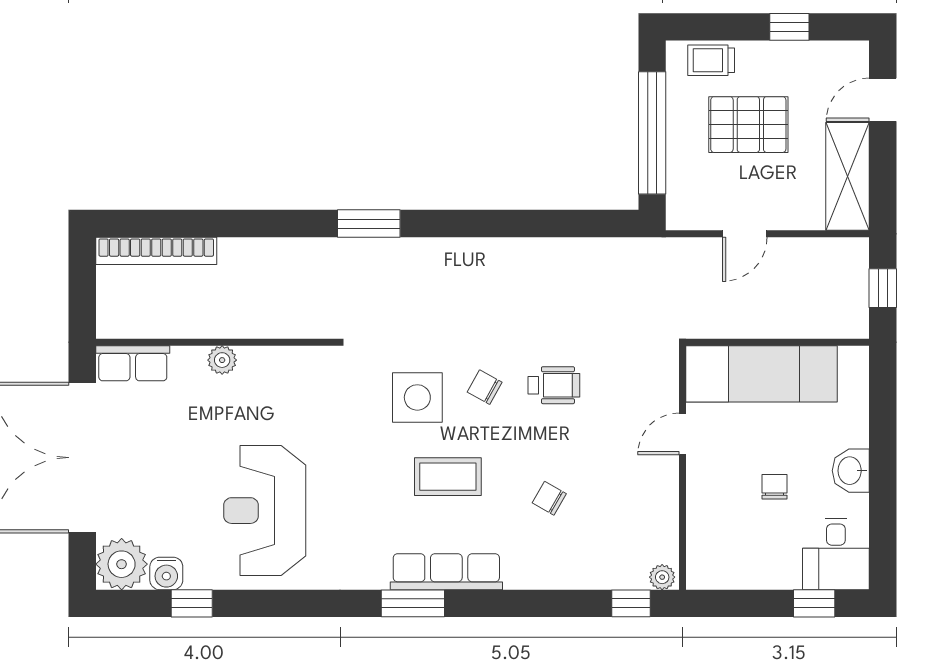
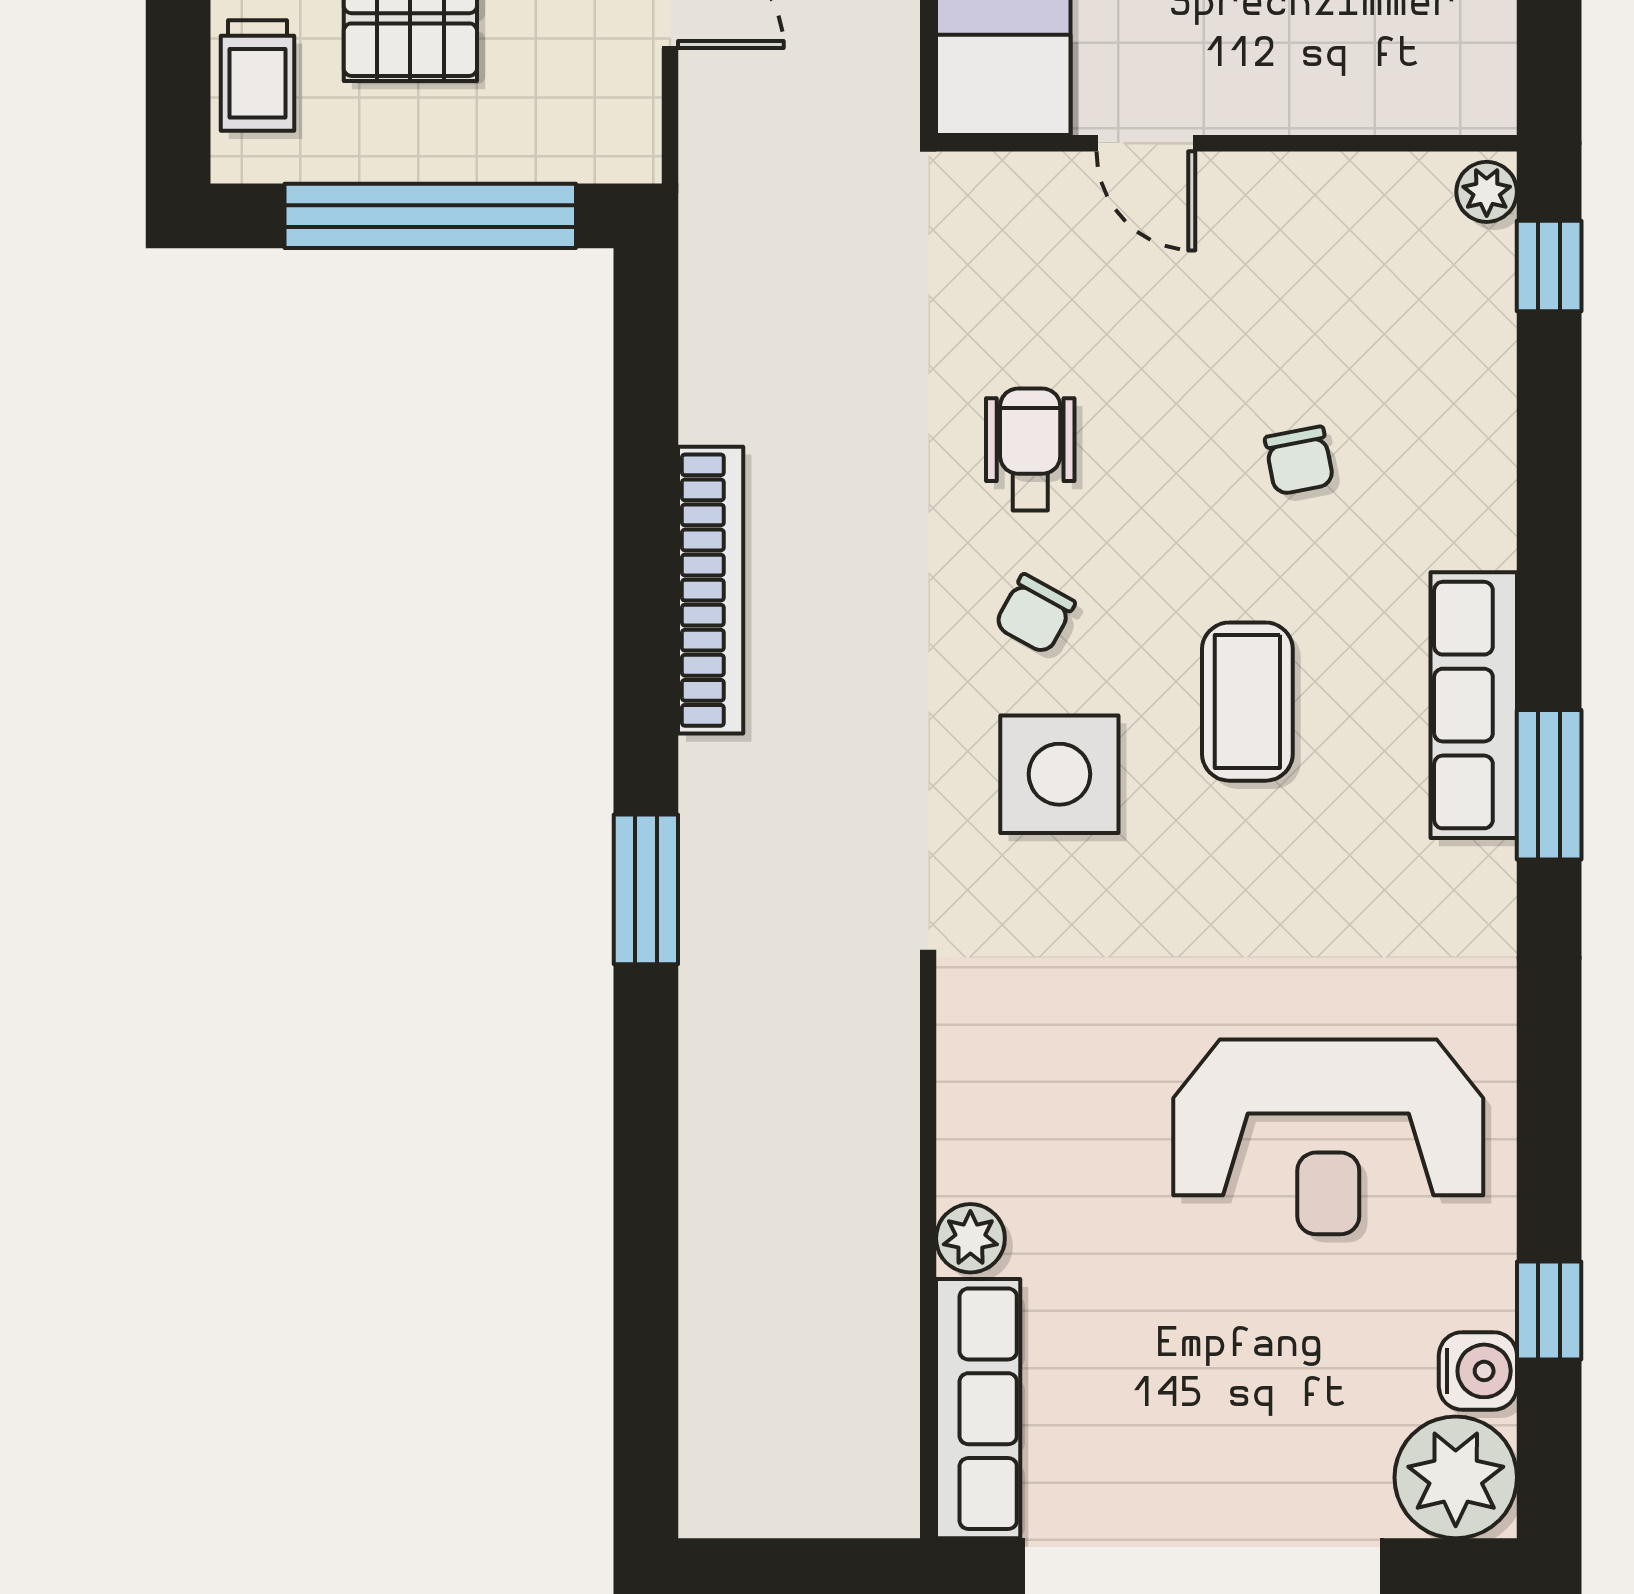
bookcase: (156, 251) -> (711, 590), moved
row of seats: (133, 363) -> (978, 1409), width x1.48
chair: (549, 498) -> (1299, 461), turned -41

